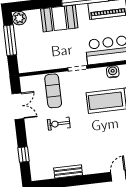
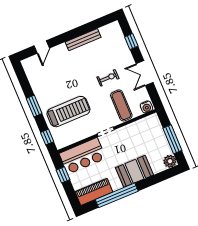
water cooler: (113, 72) -> (146, 107), moved
double door: (18, 106) -> (145, 73), moved
bench: (68, 171) -> (83, 40), width x1.36

